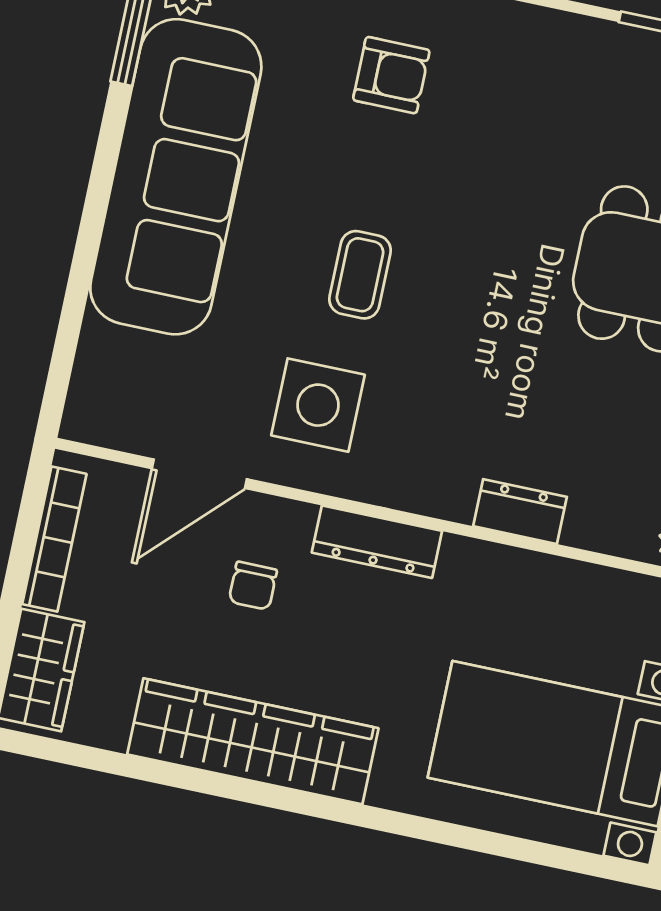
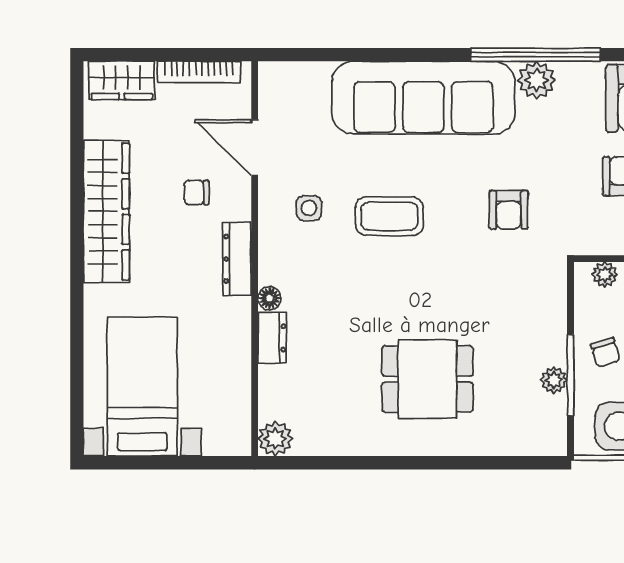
coffee table: (360, 275) -> (389, 216), width x1.36, depth x1.30
side table: (318, 405) -> (309, 208), width x0.54, depth x0.54
floor lamp: (454, 502) -> (269, 298), added

